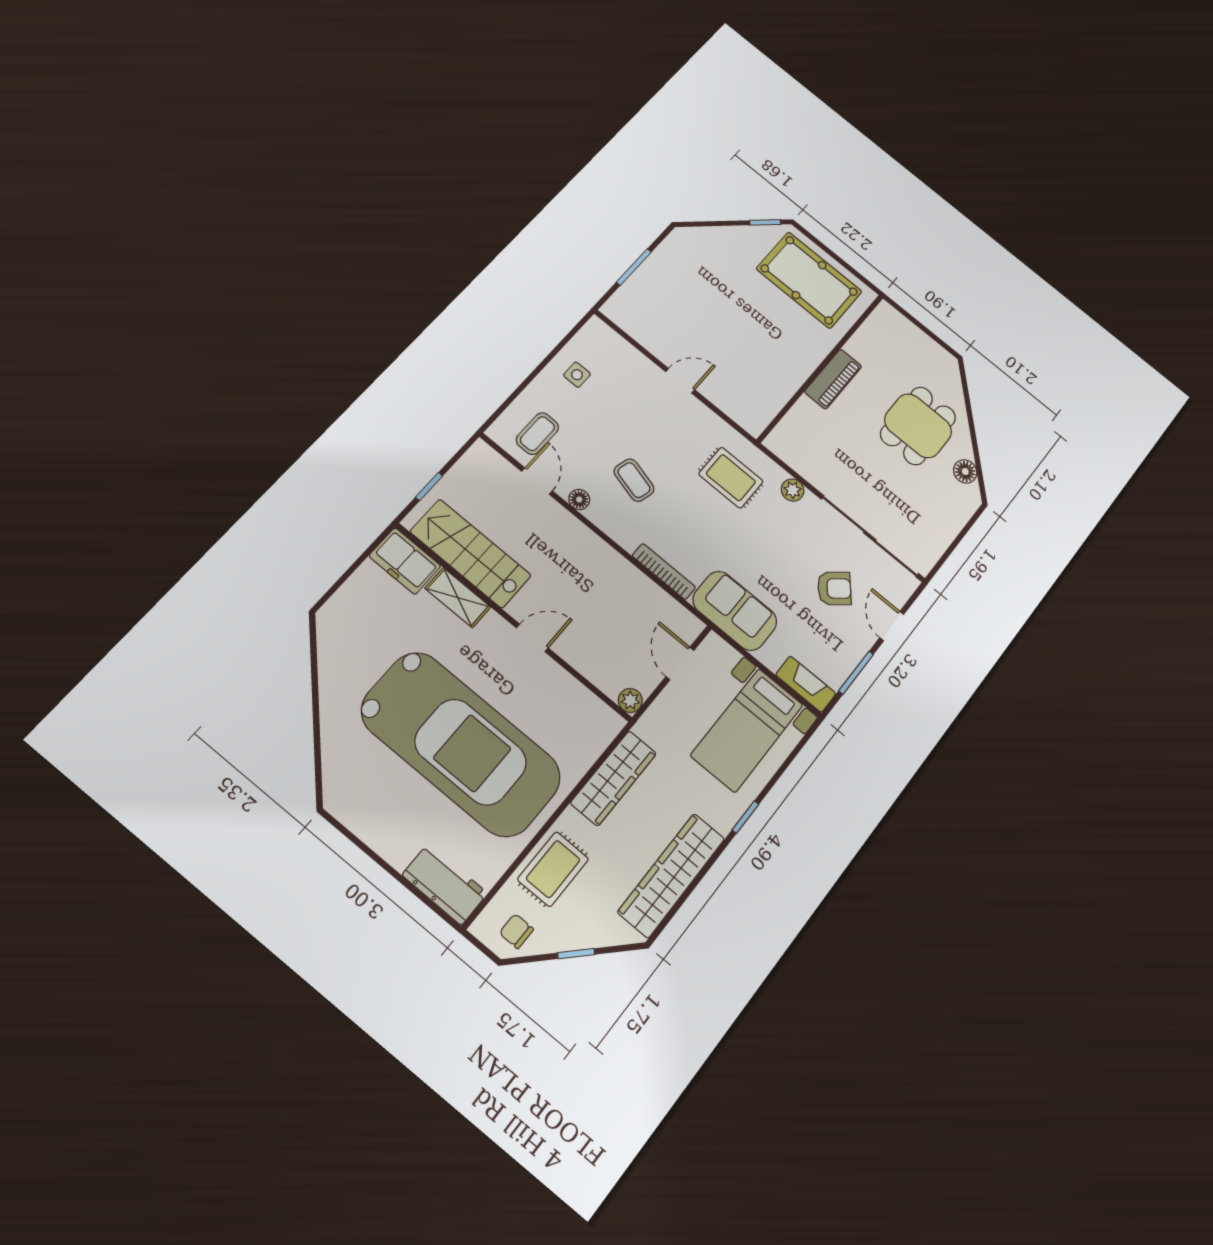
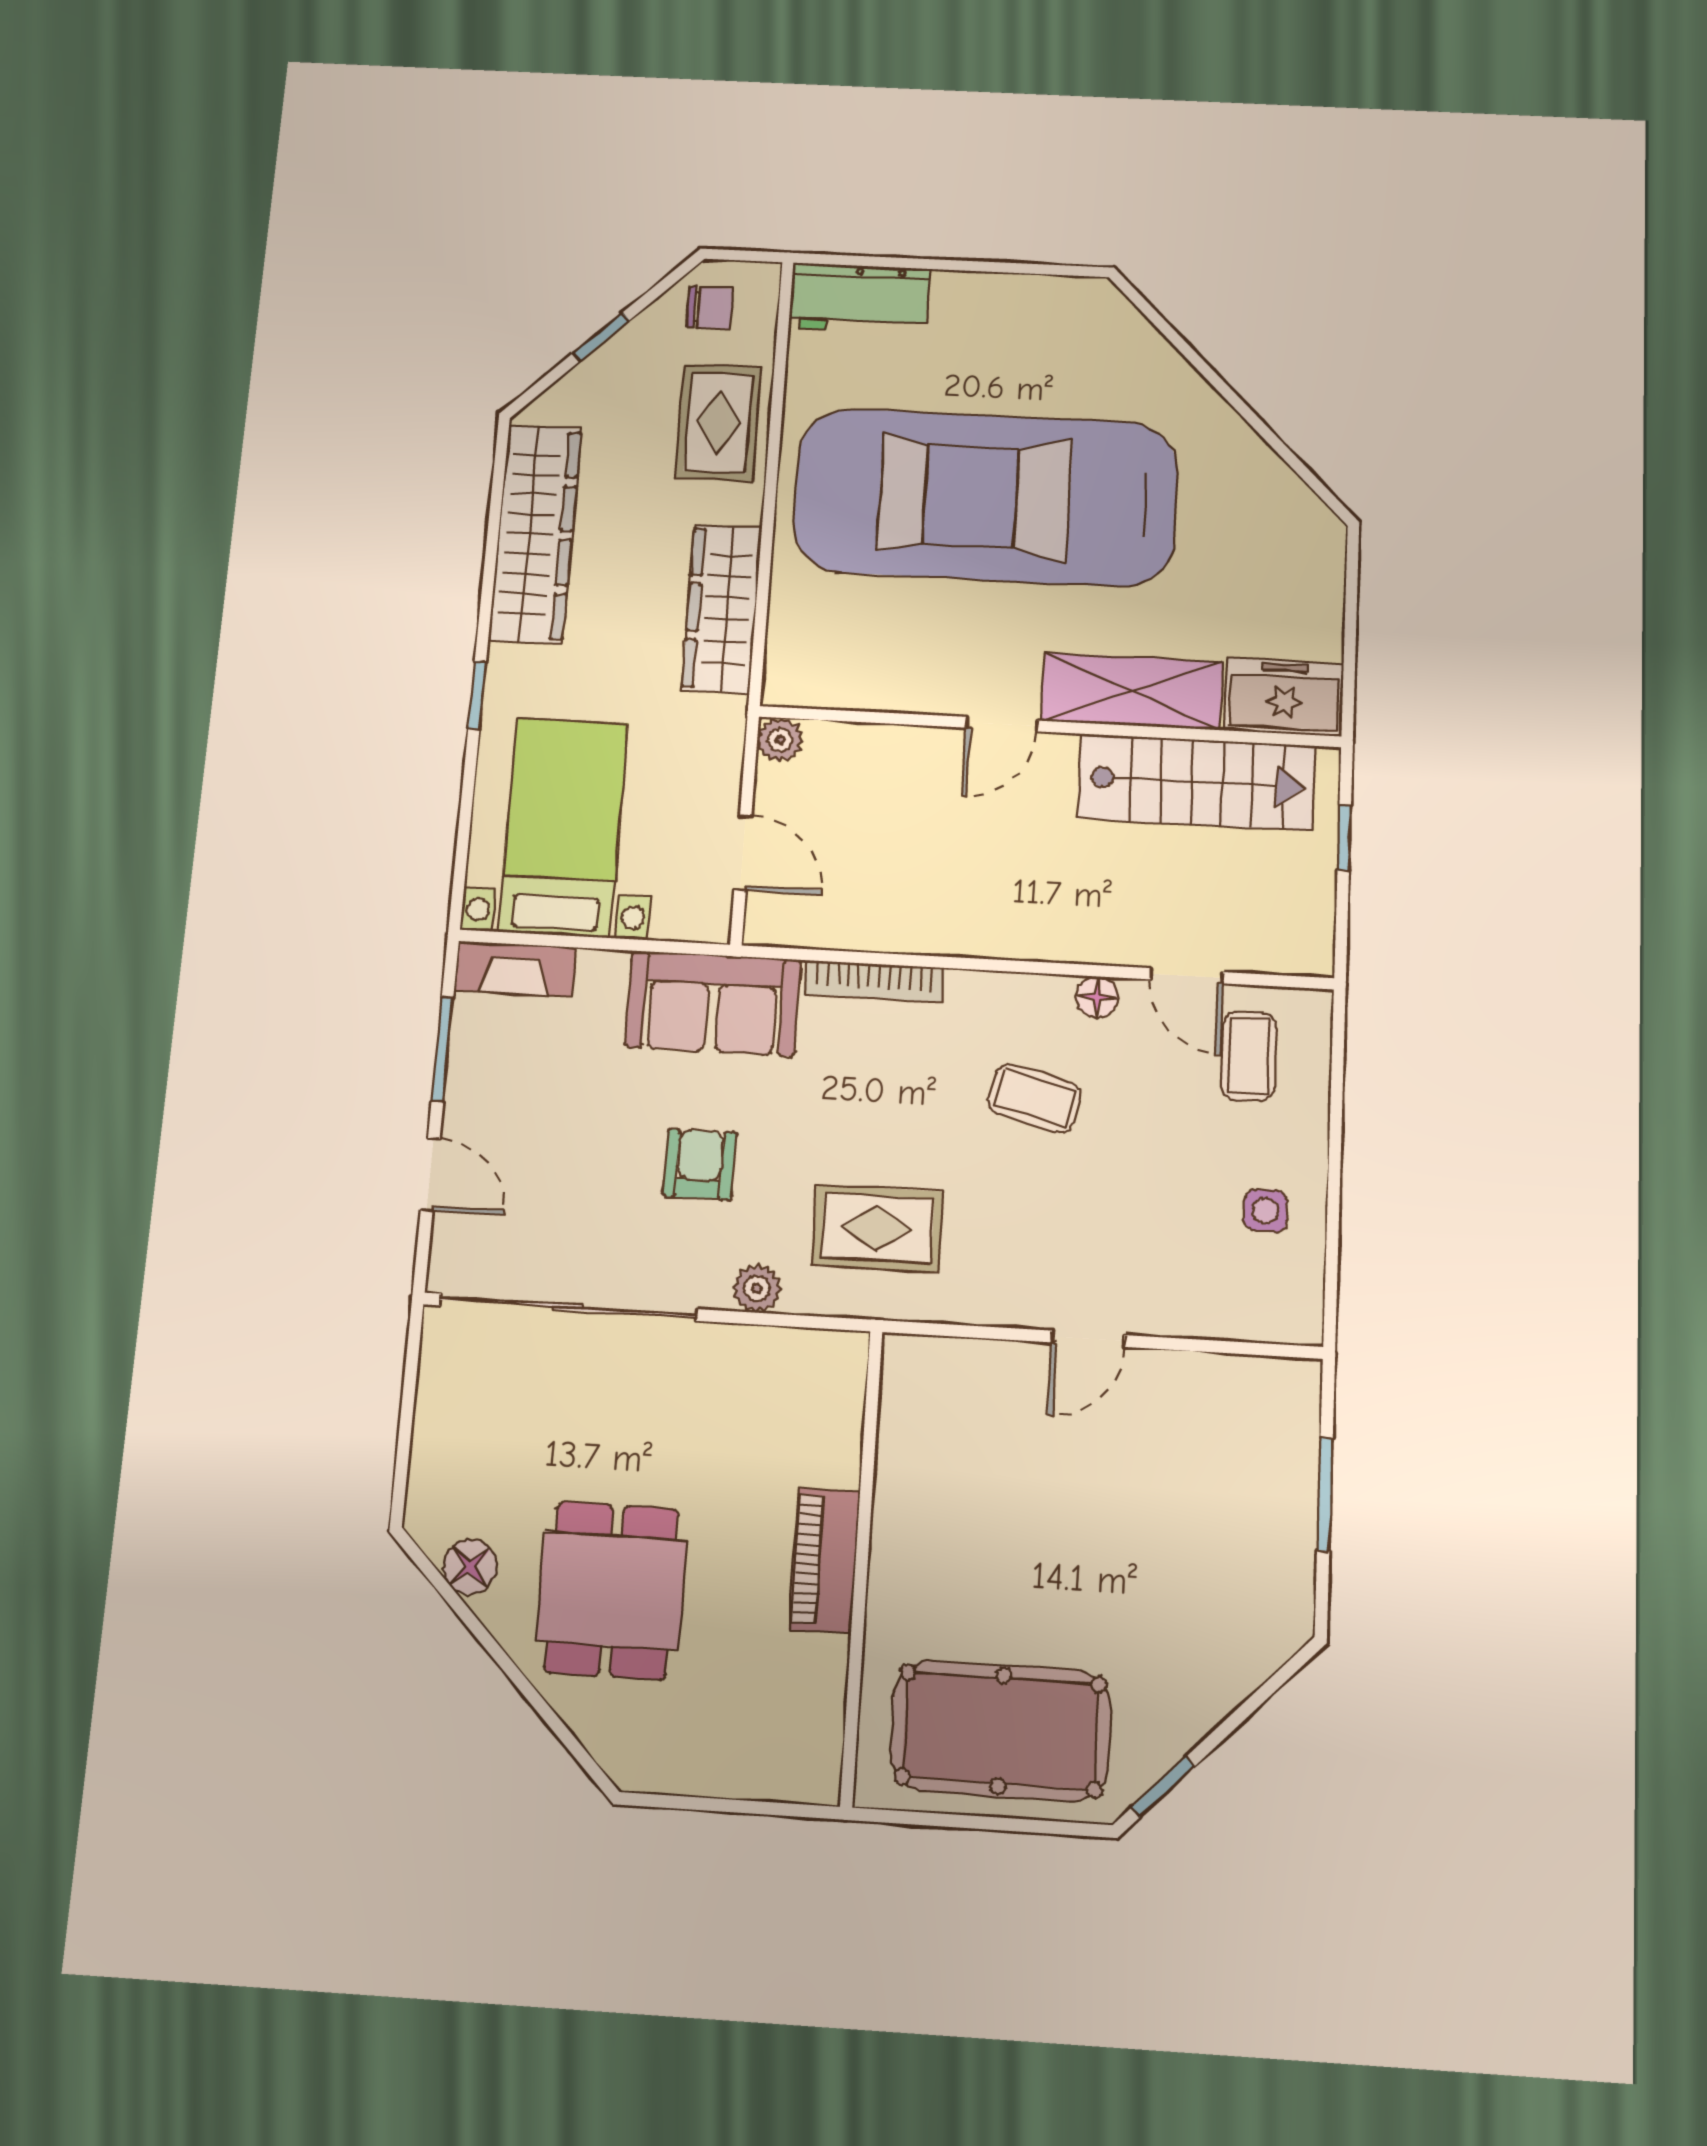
armchair: (834, 588) -> (700, 1164), moved, turned 130
shelving: (458, 598) -> (1132, 691), width x1.50, depth x1.33

